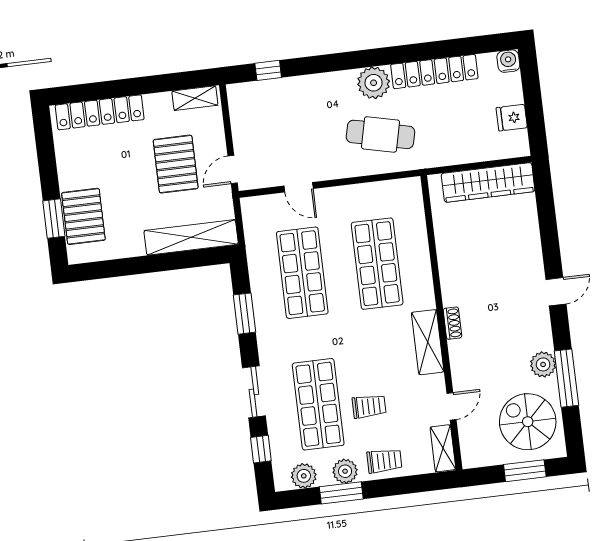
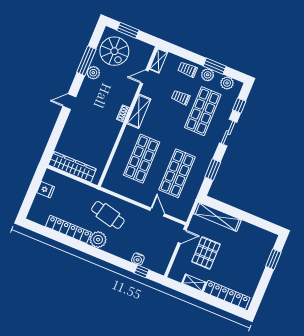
water cooler: (508, 61) -> (138, 259), moved
shelving: (195, 98) -> (194, 283), moved
pallet: (83, 216) -> (260, 253), removed

